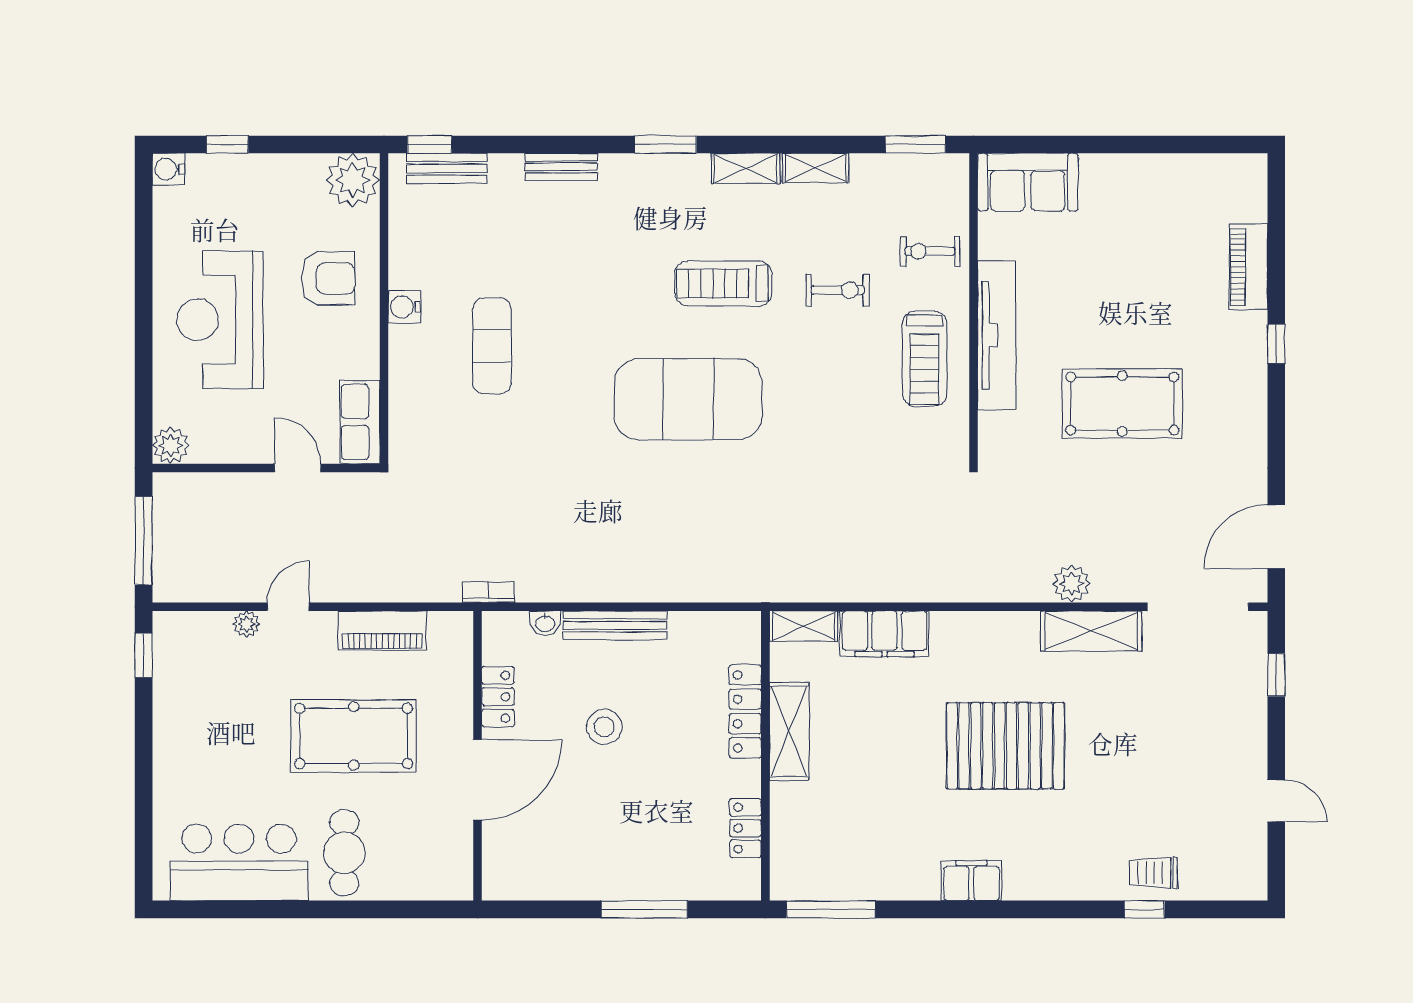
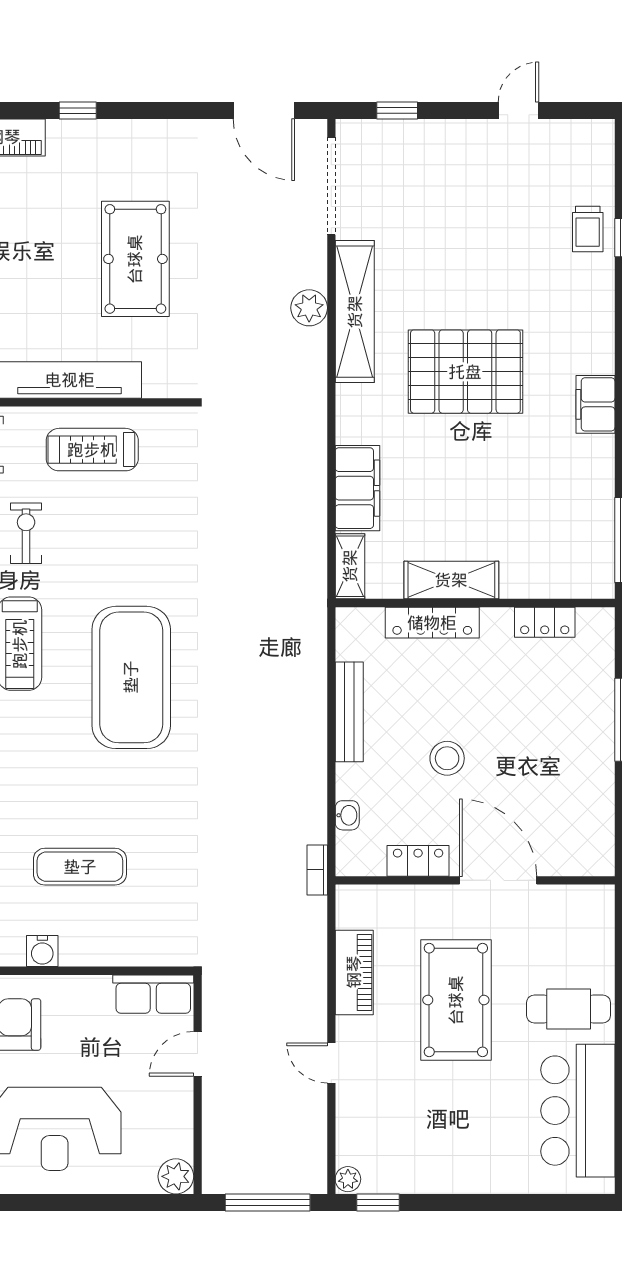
treadmill: (925, 359) -> (92, 450), turned 180
plant: (246, 624) -> (348, 1179), moved
bench: (615, 625) -> (349, 712), moved
shelving: (1091, 631) -> (355, 312), width x1.47
pallet: (1005, 746) -> (465, 372), turned 90

